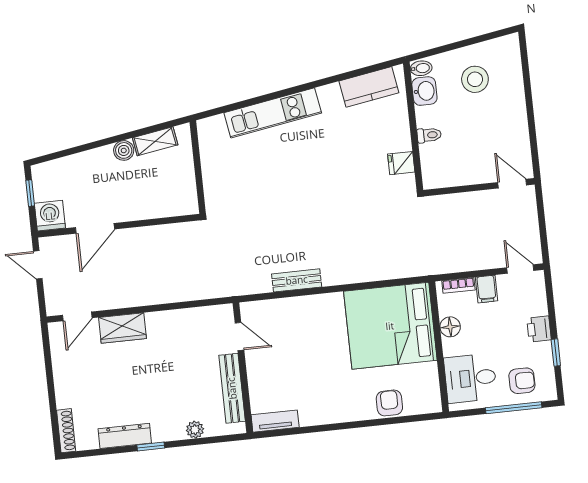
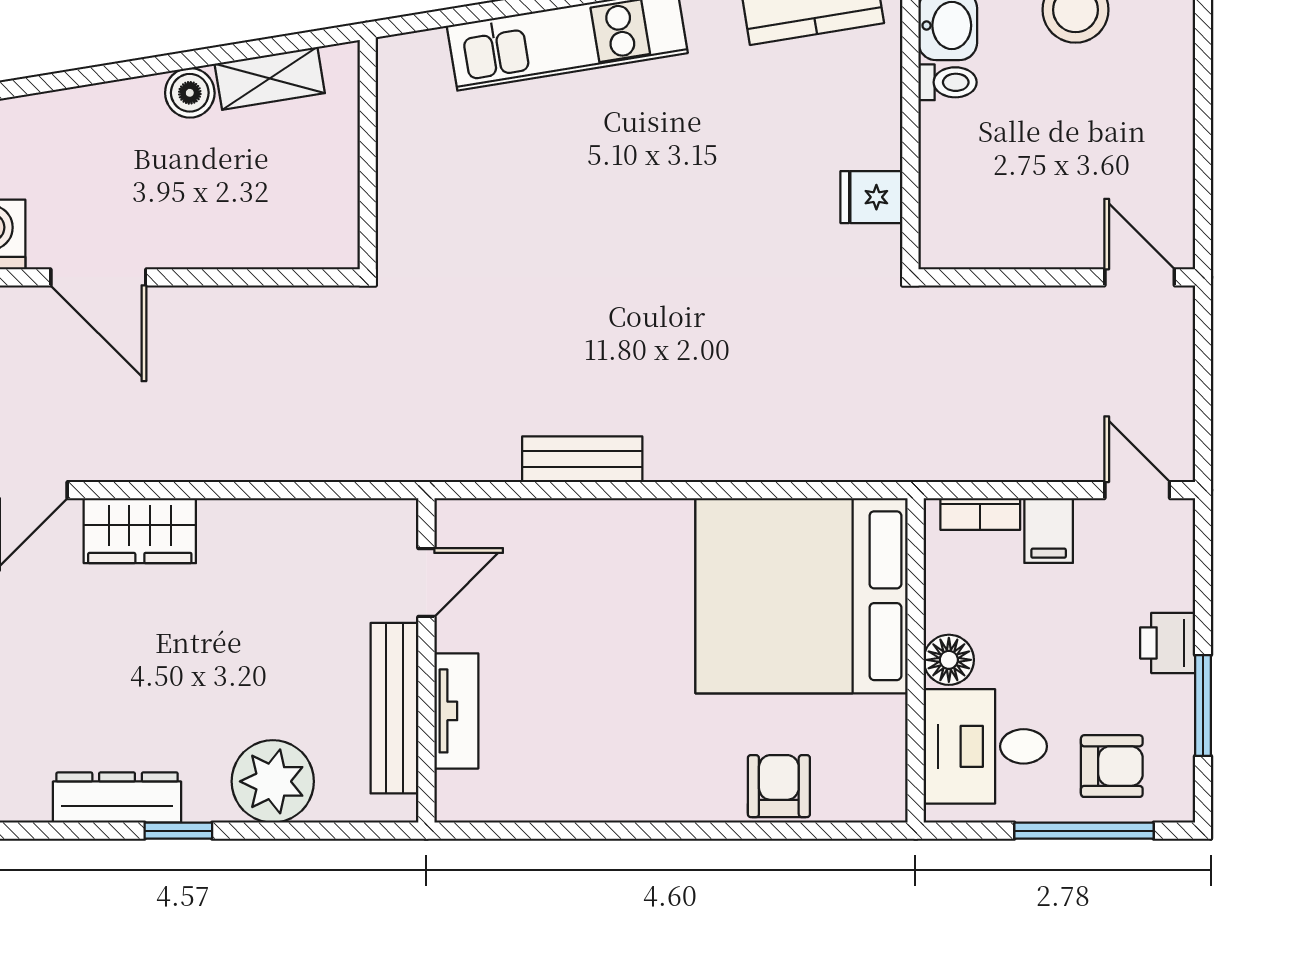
toilet: (429, 135) -> (948, 82), moved
door: (95, 228) -> (98, 277), hinge flipped
floor lamp: (450, 327) -> (949, 660), moved
door: (239, 336) -> (426, 582), hinge flipped
window: (556, 353) -> (1203, 705), width x1.50
tv unit: (275, 421) -> (456, 711), moved, turned 90
plant: (195, 430) -> (273, 781), width x1.87, depth x1.87

